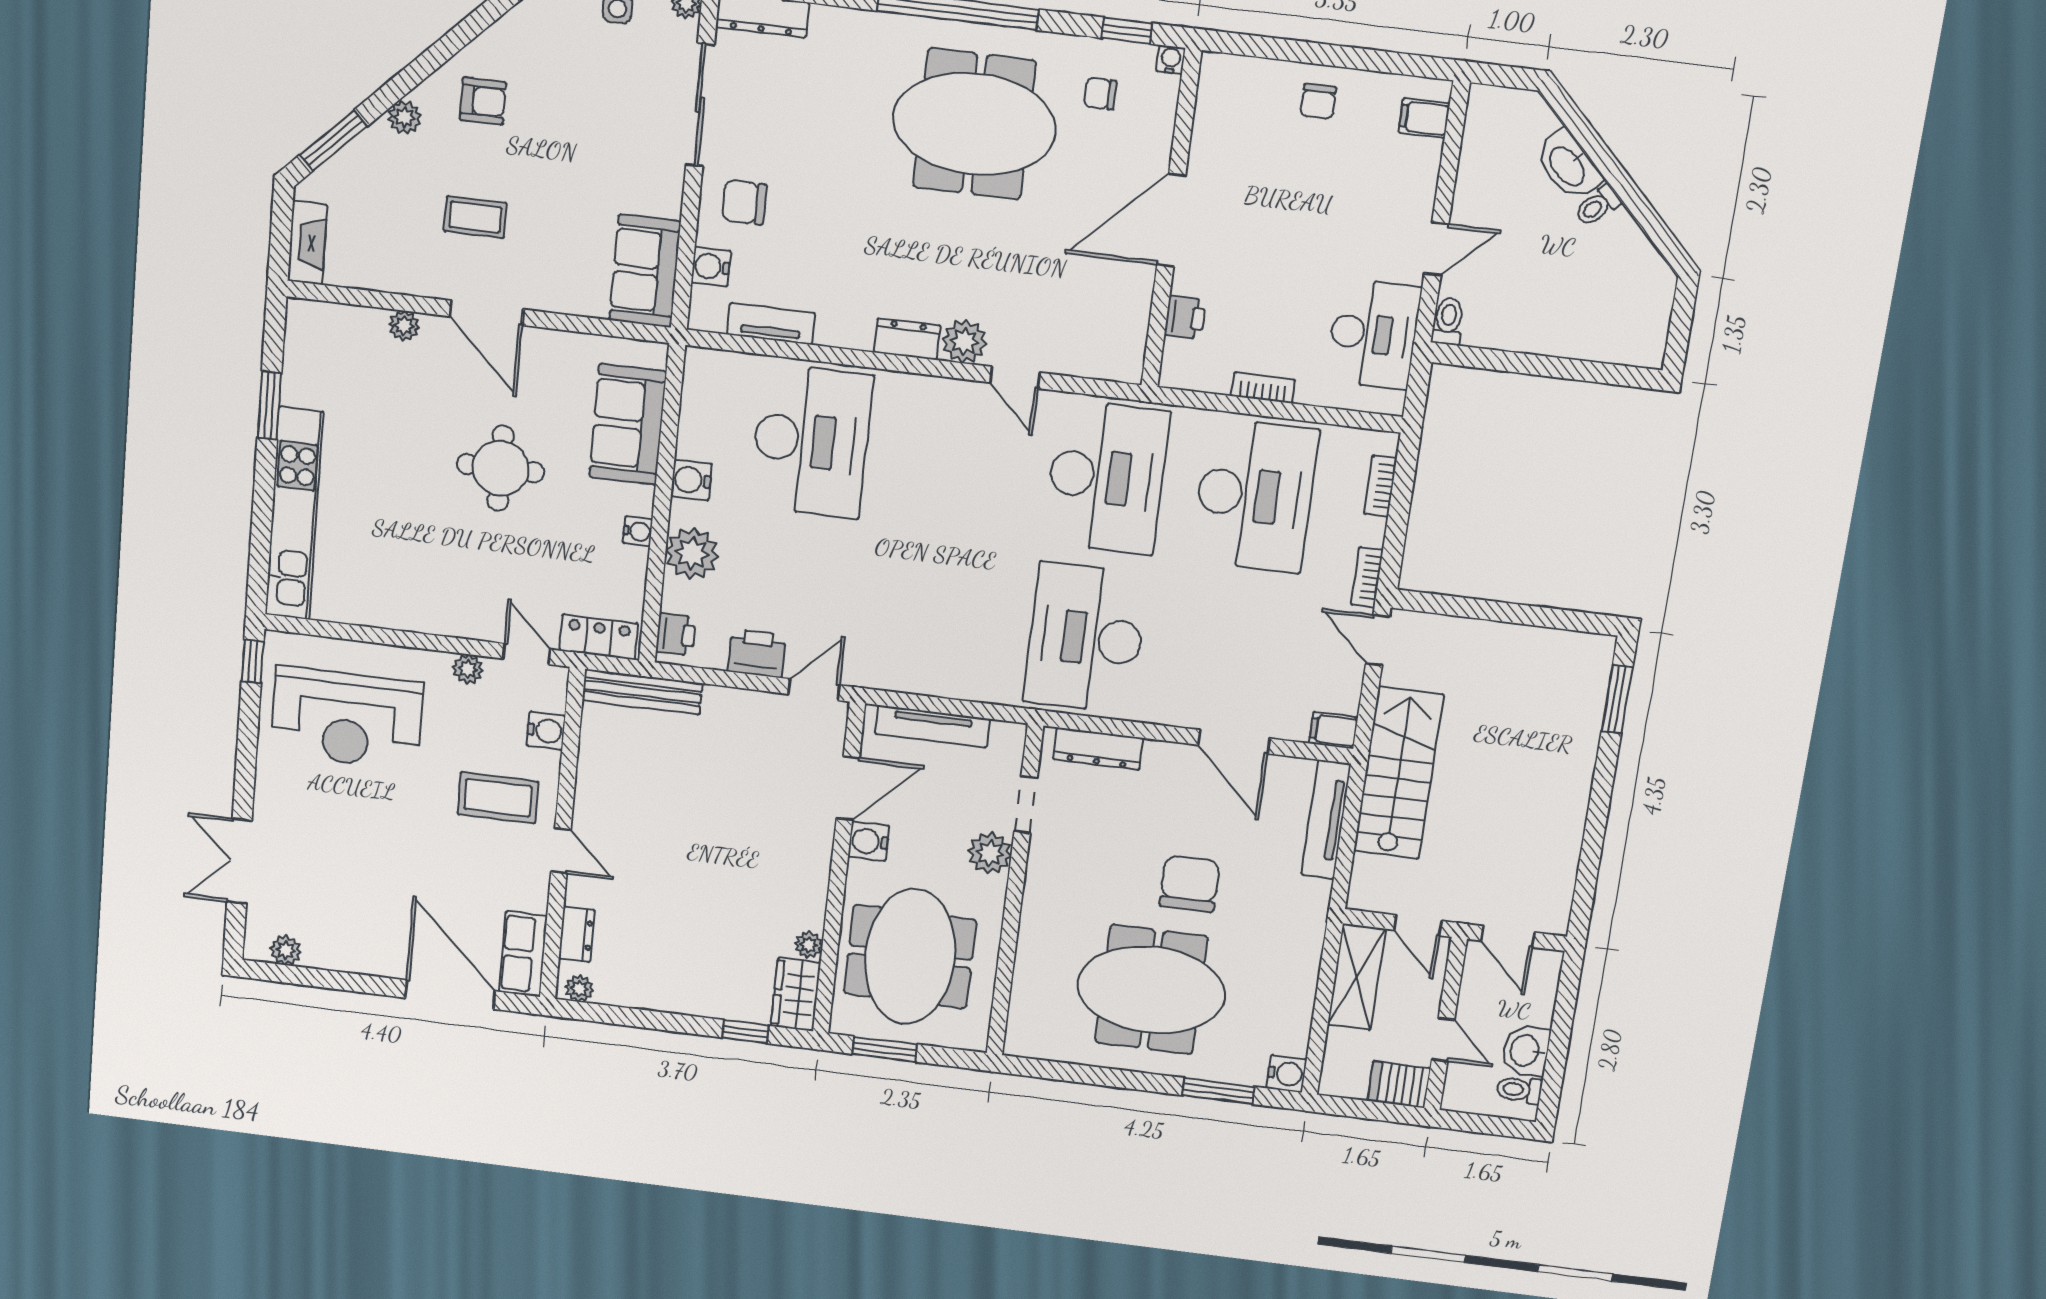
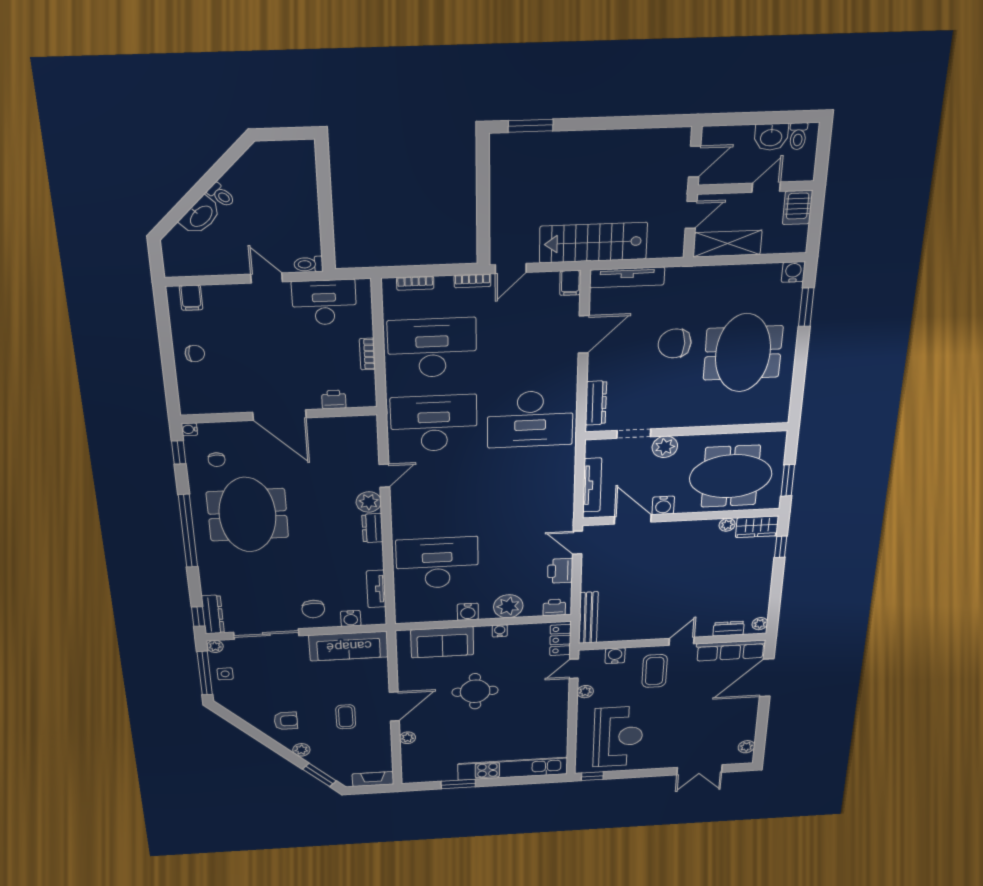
armchair: (483, 101) -> (286, 721), turned 90
sofa: (645, 271) -> (349, 646), width x1.36
row of seats: (523, 954) -> (730, 651), width x1.48

